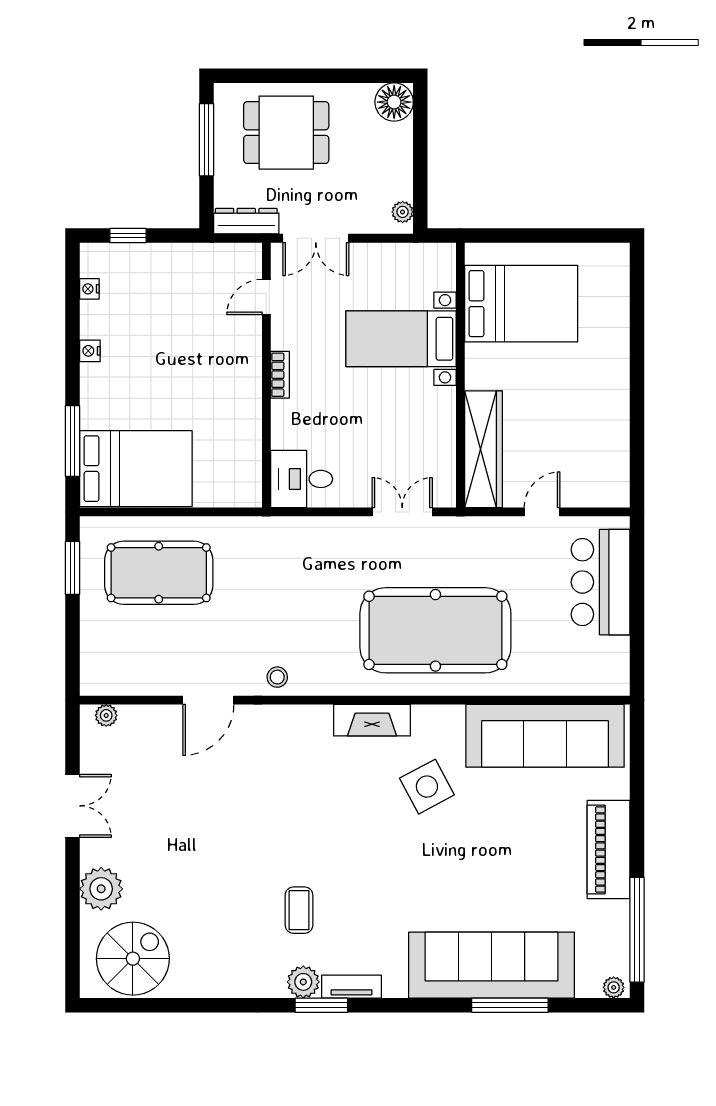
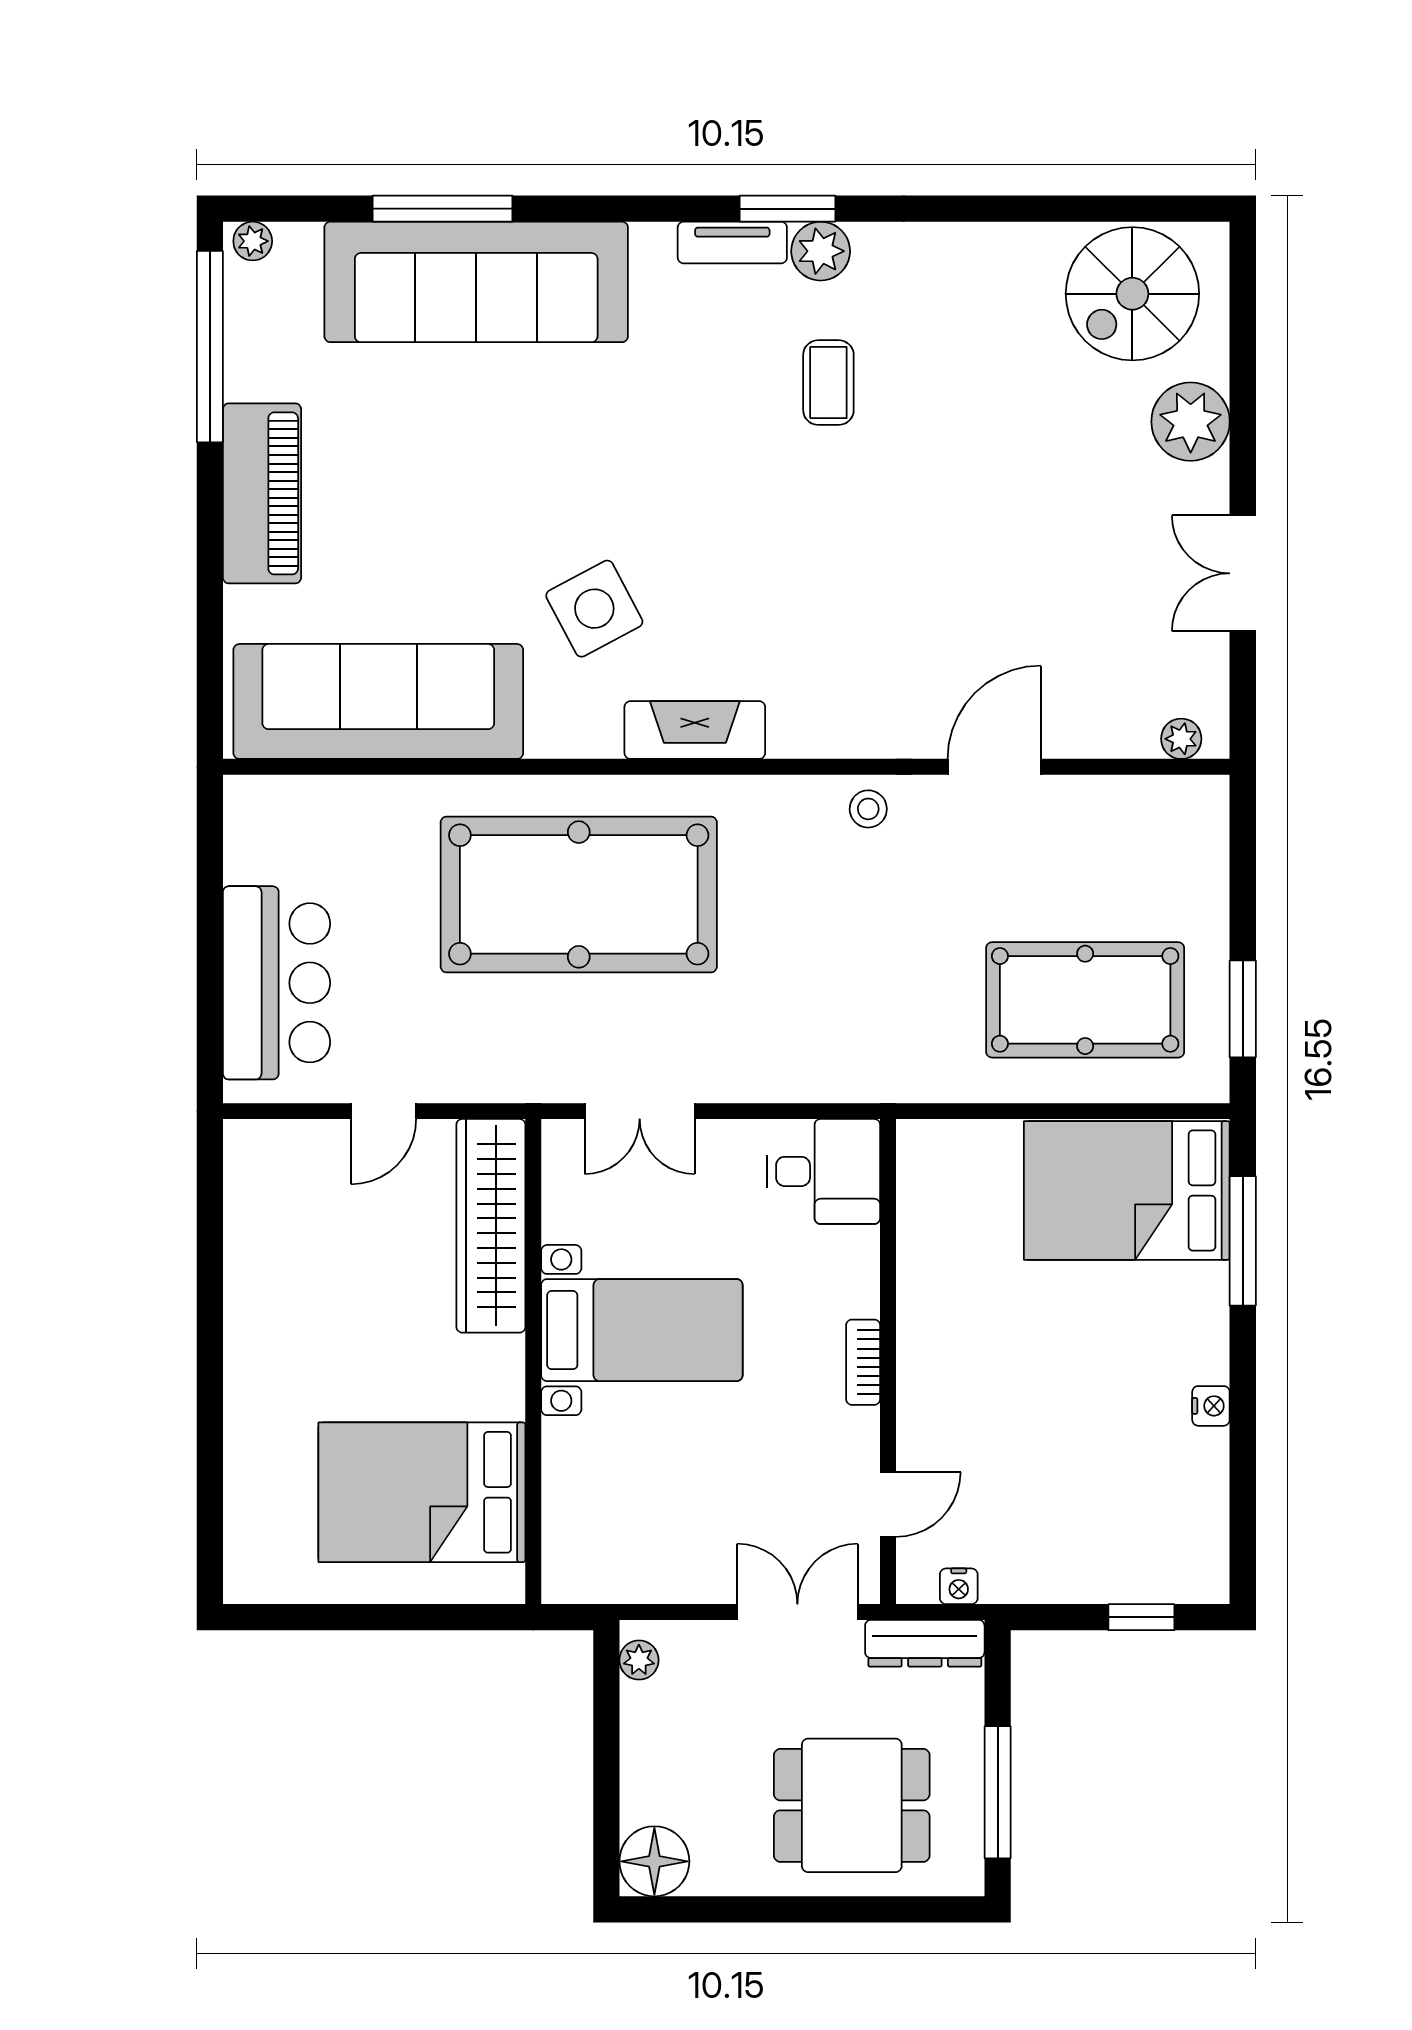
nightstand: (89, 289) -> (959, 1586), moved, turned 90
bed with nightstands: (401, 339) -> (642, 1330), moved

